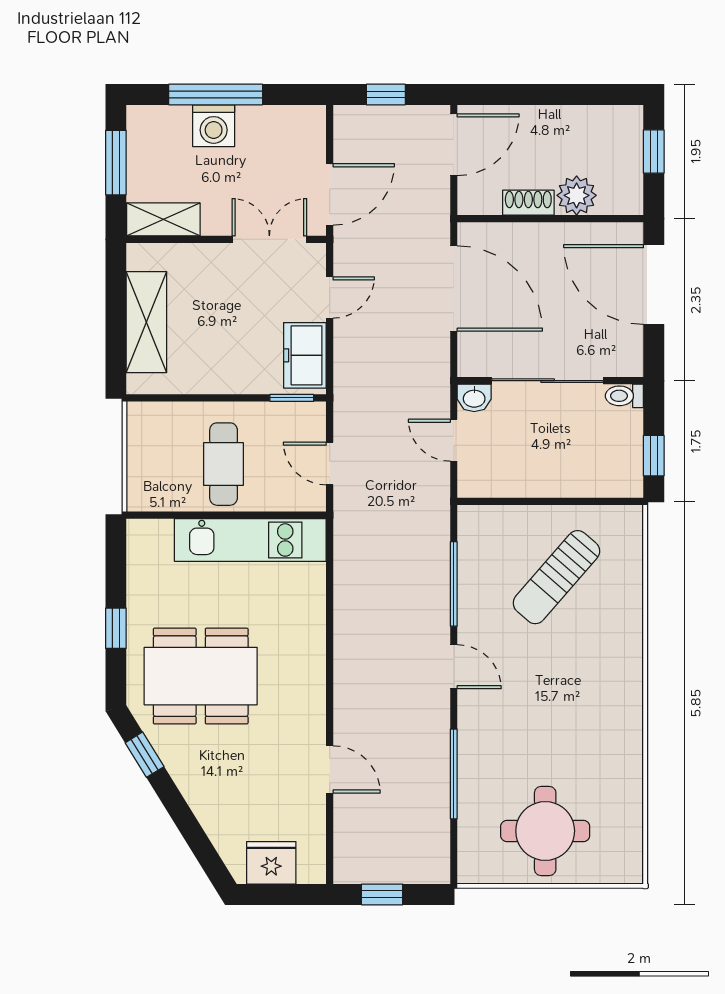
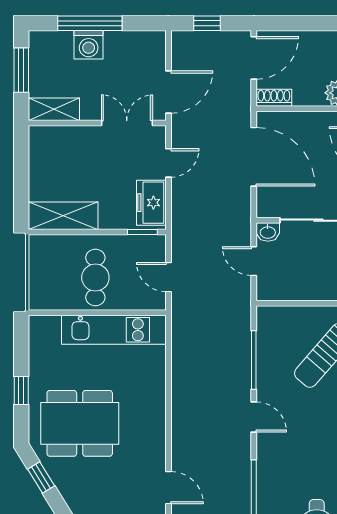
shoe rack: (528, 203) -> (274, 98), moved
shelving: (146, 322) -> (63, 216), moved, turned 90

